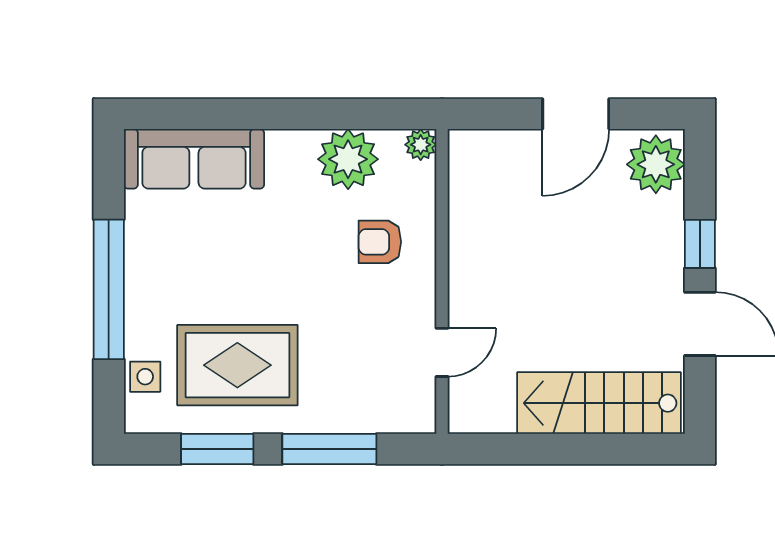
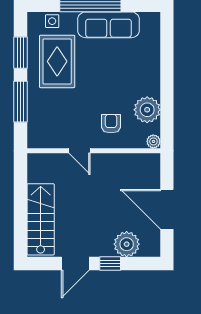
door: (576, 114) -> (167, 209), width x1.36
sofa: (194, 159) -> (109, 25), moved, turned -90
plant: (656, 164) -> (127, 244), moved
door: (442, 352) -> (80, 151), moved

